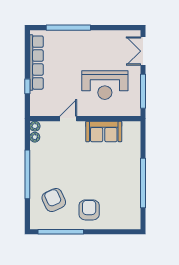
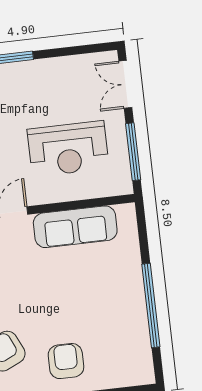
sofa: (104, 131) -> (75, 227), width x1.36

